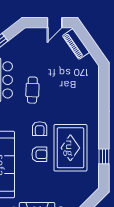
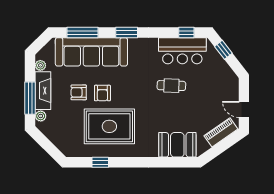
booth: (88, 85) -> (177, 145), added
armchair: (40, 129) -> (79, 92), moved

